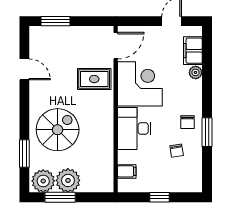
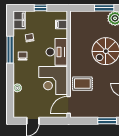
filing cabinet: (193, 51) -> (19, 20), moved
window: (207, 132) -> (10, 50), width x1.44
plant: (68, 180) -> (99, 19), removed

